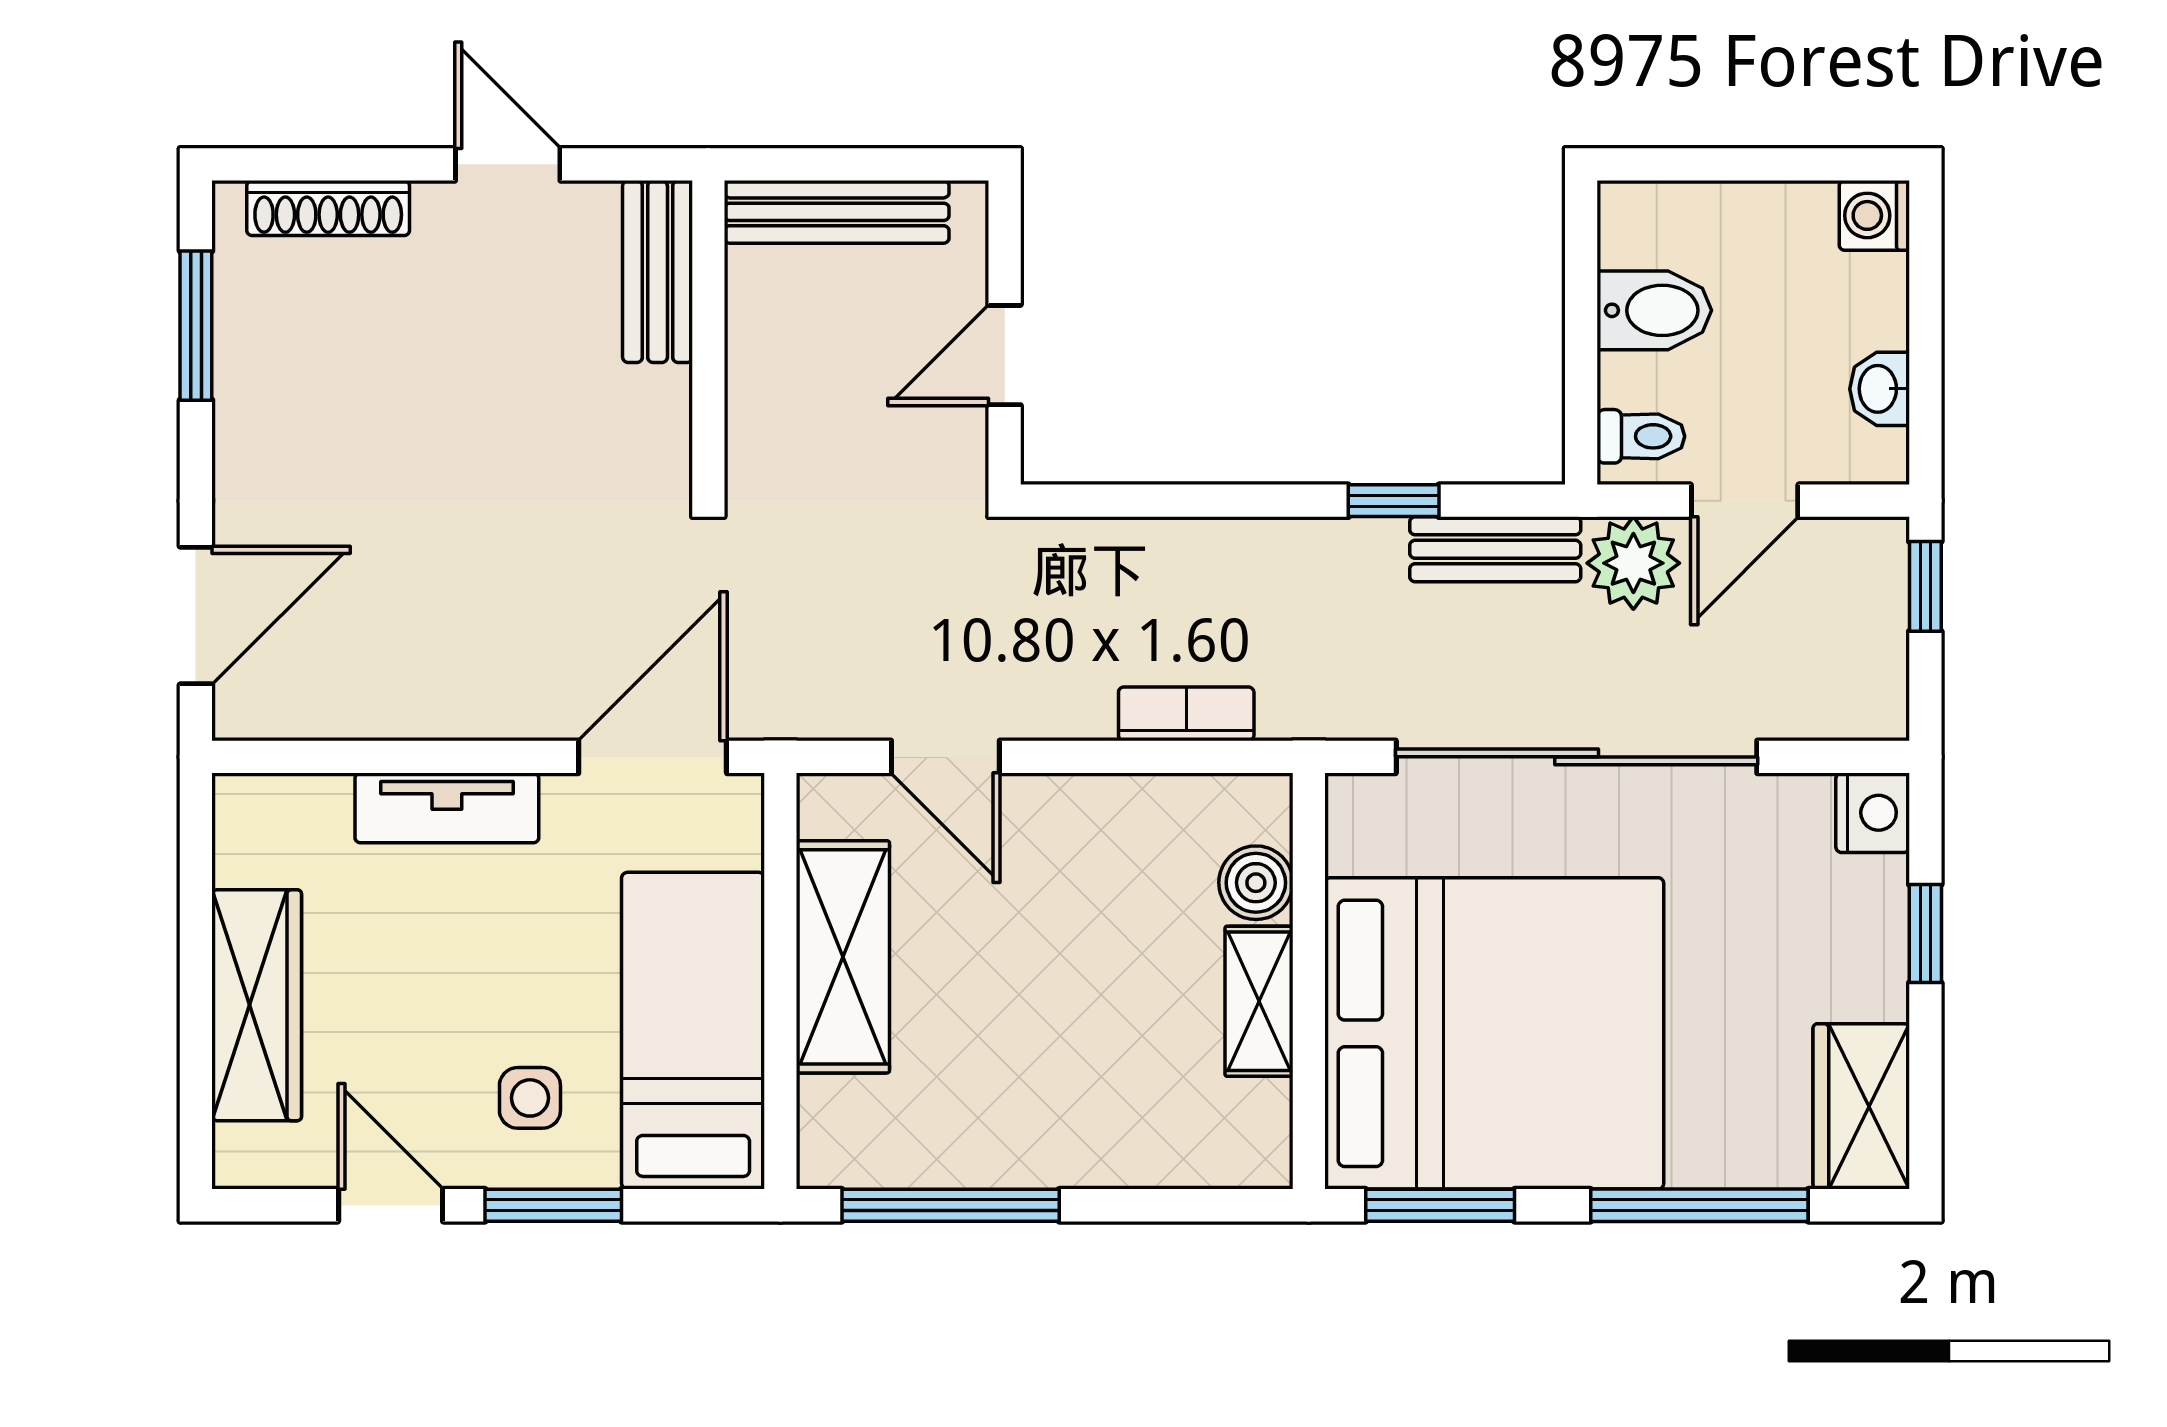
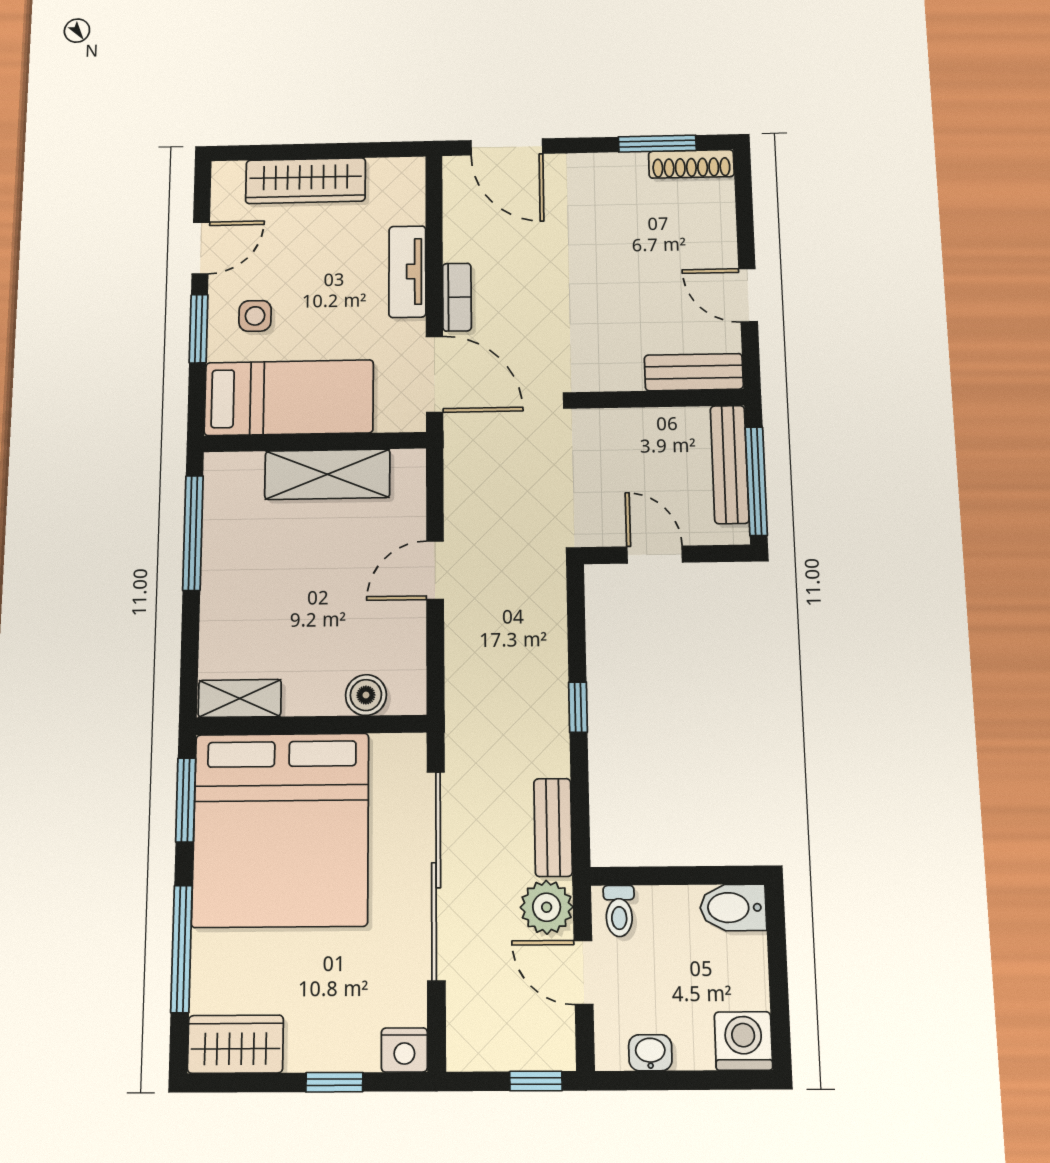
door: (508, 164) -> (748, 295), swing flipped
window: (869, 164) -> (756, 481), added
shoe rack: (328, 208) -> (691, 164), moved, turned -90
washing machine: (1874, 215) -> (743, 1041), width x1.38, depth x1.38
bidet: (1654, 310) -> (733, 908), moved, turned 90
window: (1394, 501) -> (578, 707), moved
bookcase: (1186, 714) -> (457, 297), moved
door: (945, 757) -> (435, 570), moved
shelving: (1259, 1001) -> (240, 698), moved

